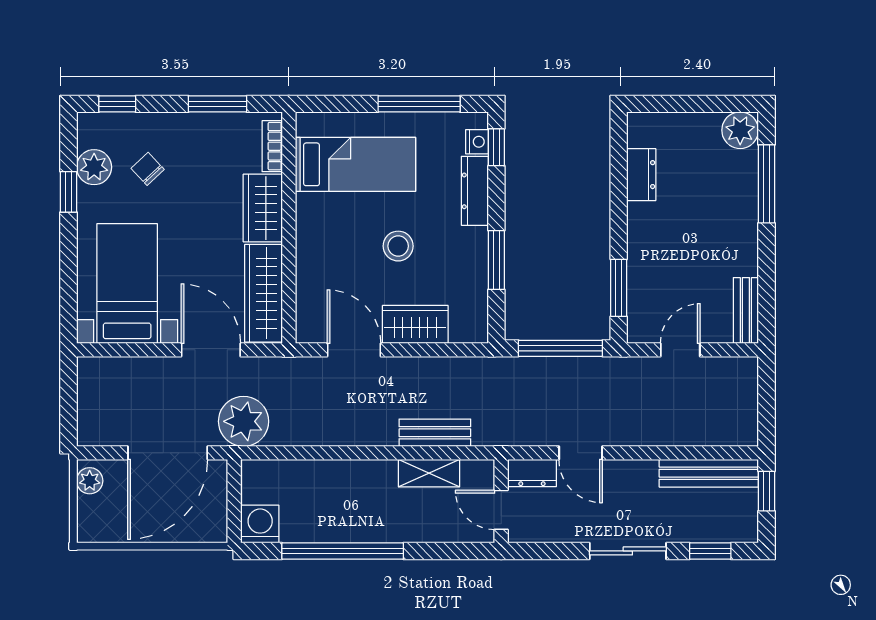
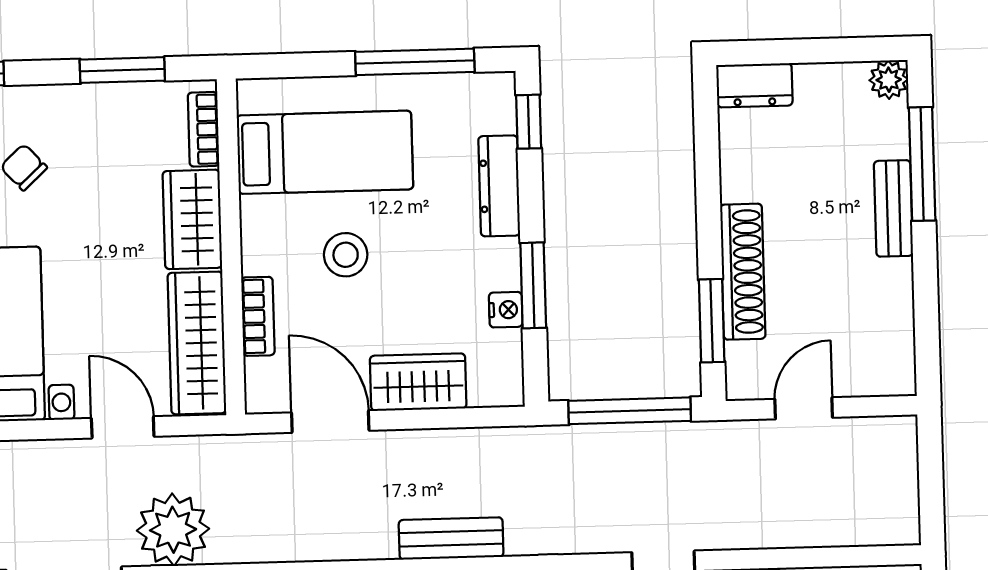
plant: (740, 130) -> (889, 80), width x0.73, depth x0.73
nightstand: (477, 142) -> (506, 310), moved
dresser: (641, 175) -> (754, 85), moved, turned 90
stool: (398, 246) -> (346, 255), moved
shoe rack: (641, 255) -> (743, 272), added
bookcase: (306, 276) -> (258, 316), added
bench: (746, 310) -> (893, 208), moved
door: (211, 350) -> (123, 427), width x0.73

